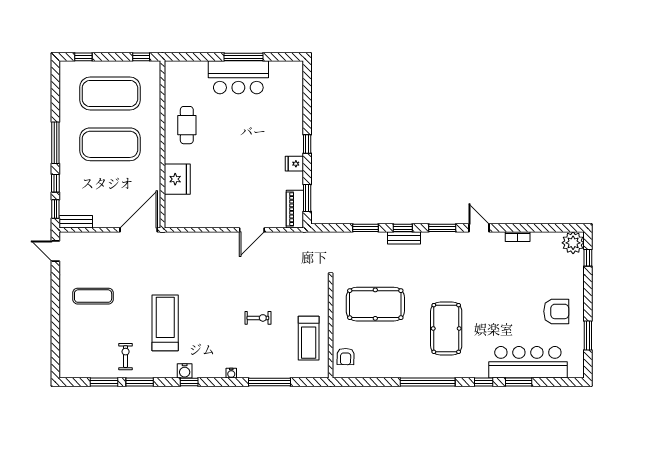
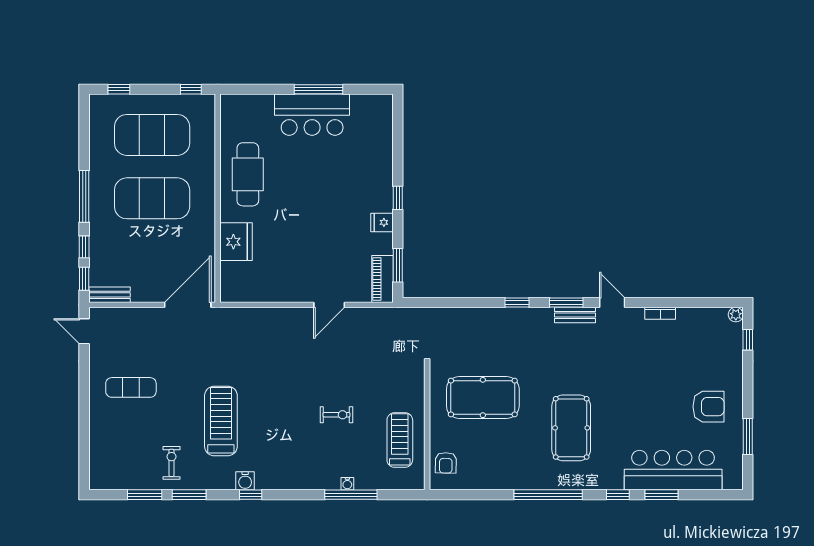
cafe table: (187, 125) -> (248, 174), width x1.37, depth x1.35
window: (366, 228) -> (471, 303), removed
bench: (404, 238) -> (575, 315), moved
plant: (573, 243) -> (736, 315), width x0.53, depth x0.53
treadmill: (309, 338) -> (400, 440), turned 180
water cooler: (231, 373) -> (347, 484), moved

